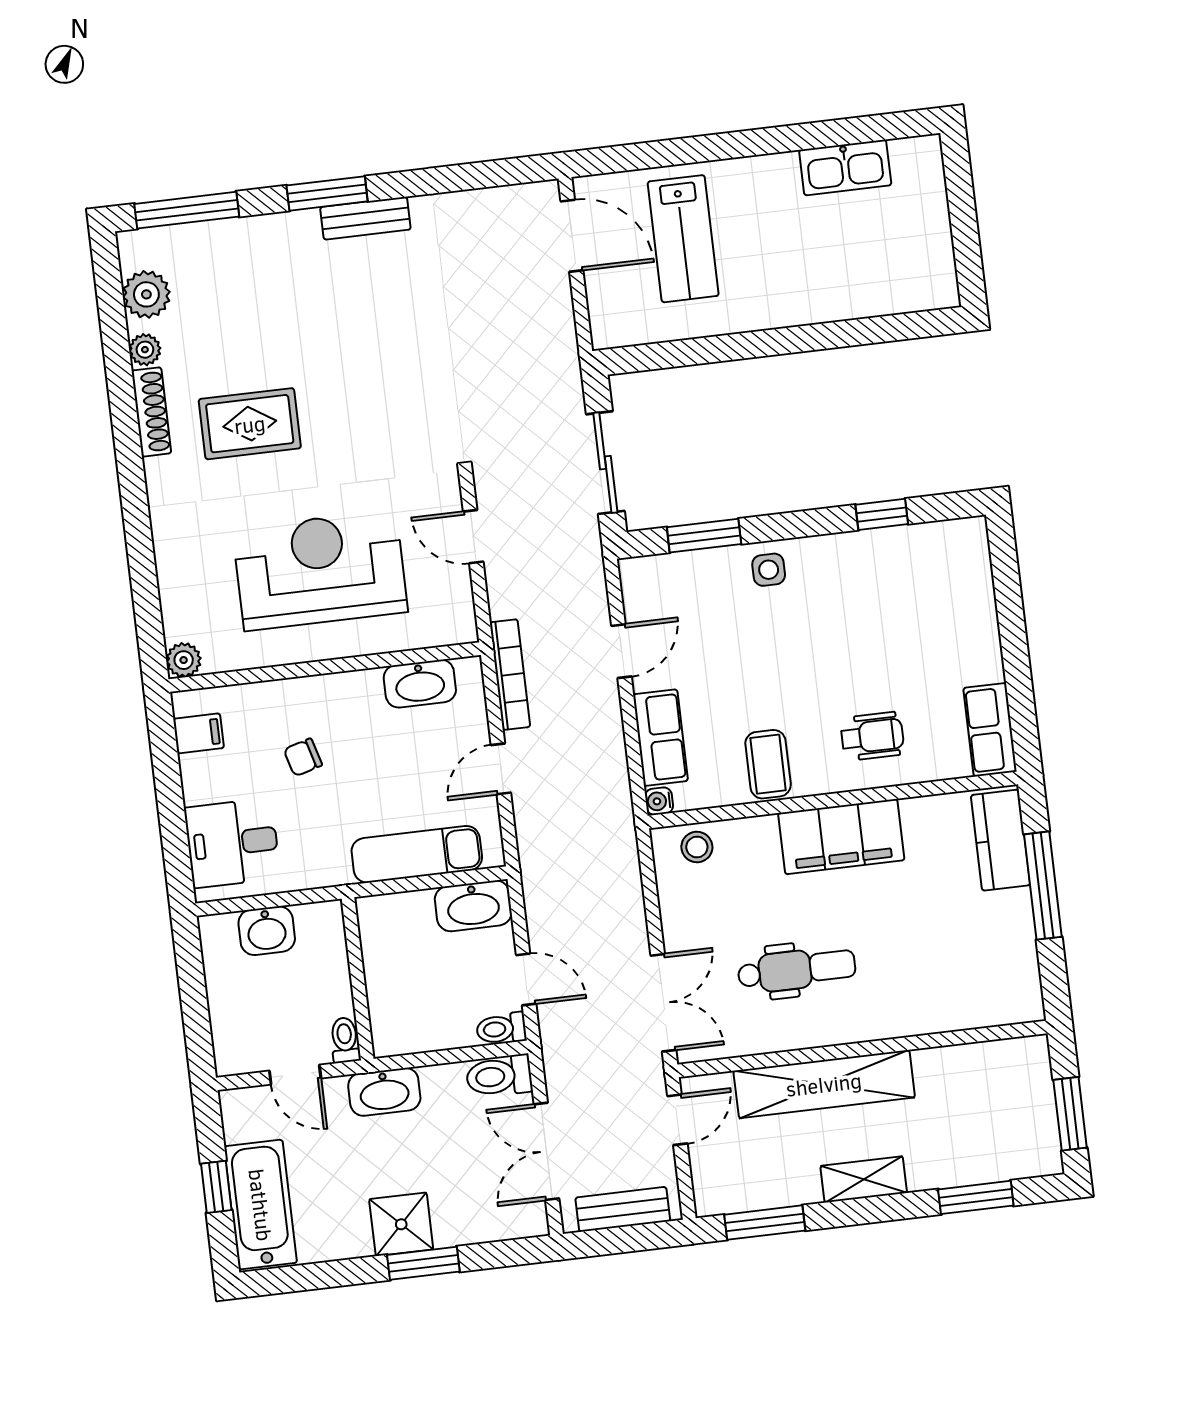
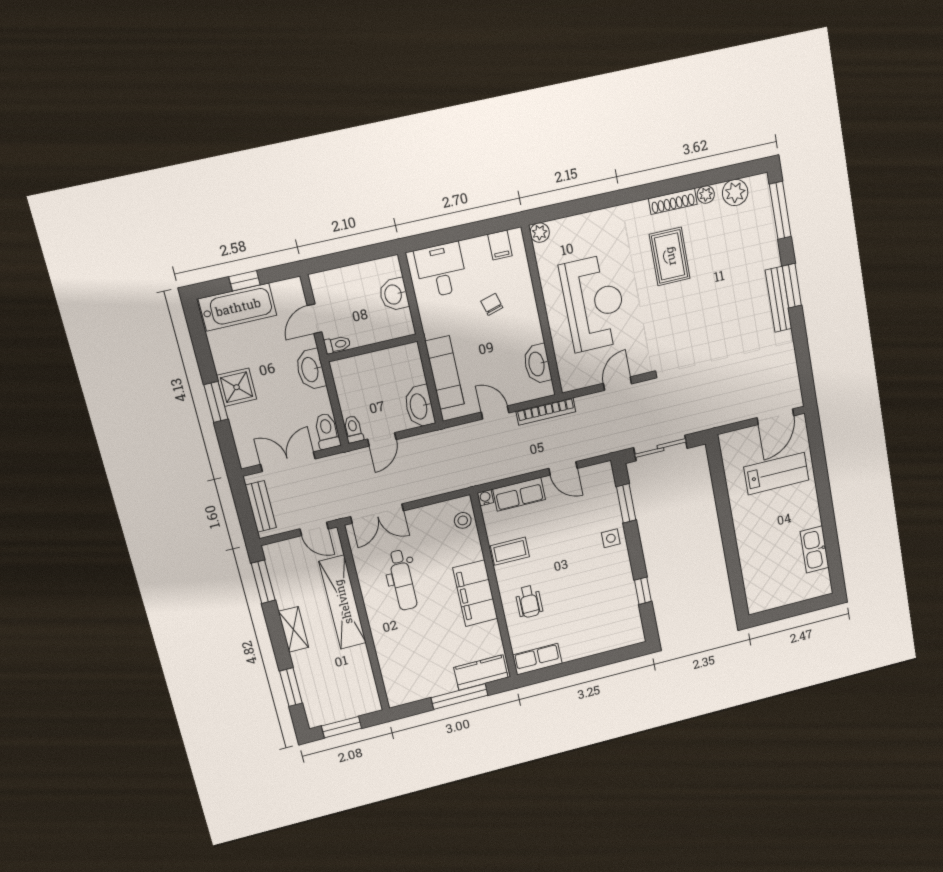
bench: (365, 218) -> (779, 299), width x1.36
lab bench: (683, 239) -> (776, 474), turned 180

